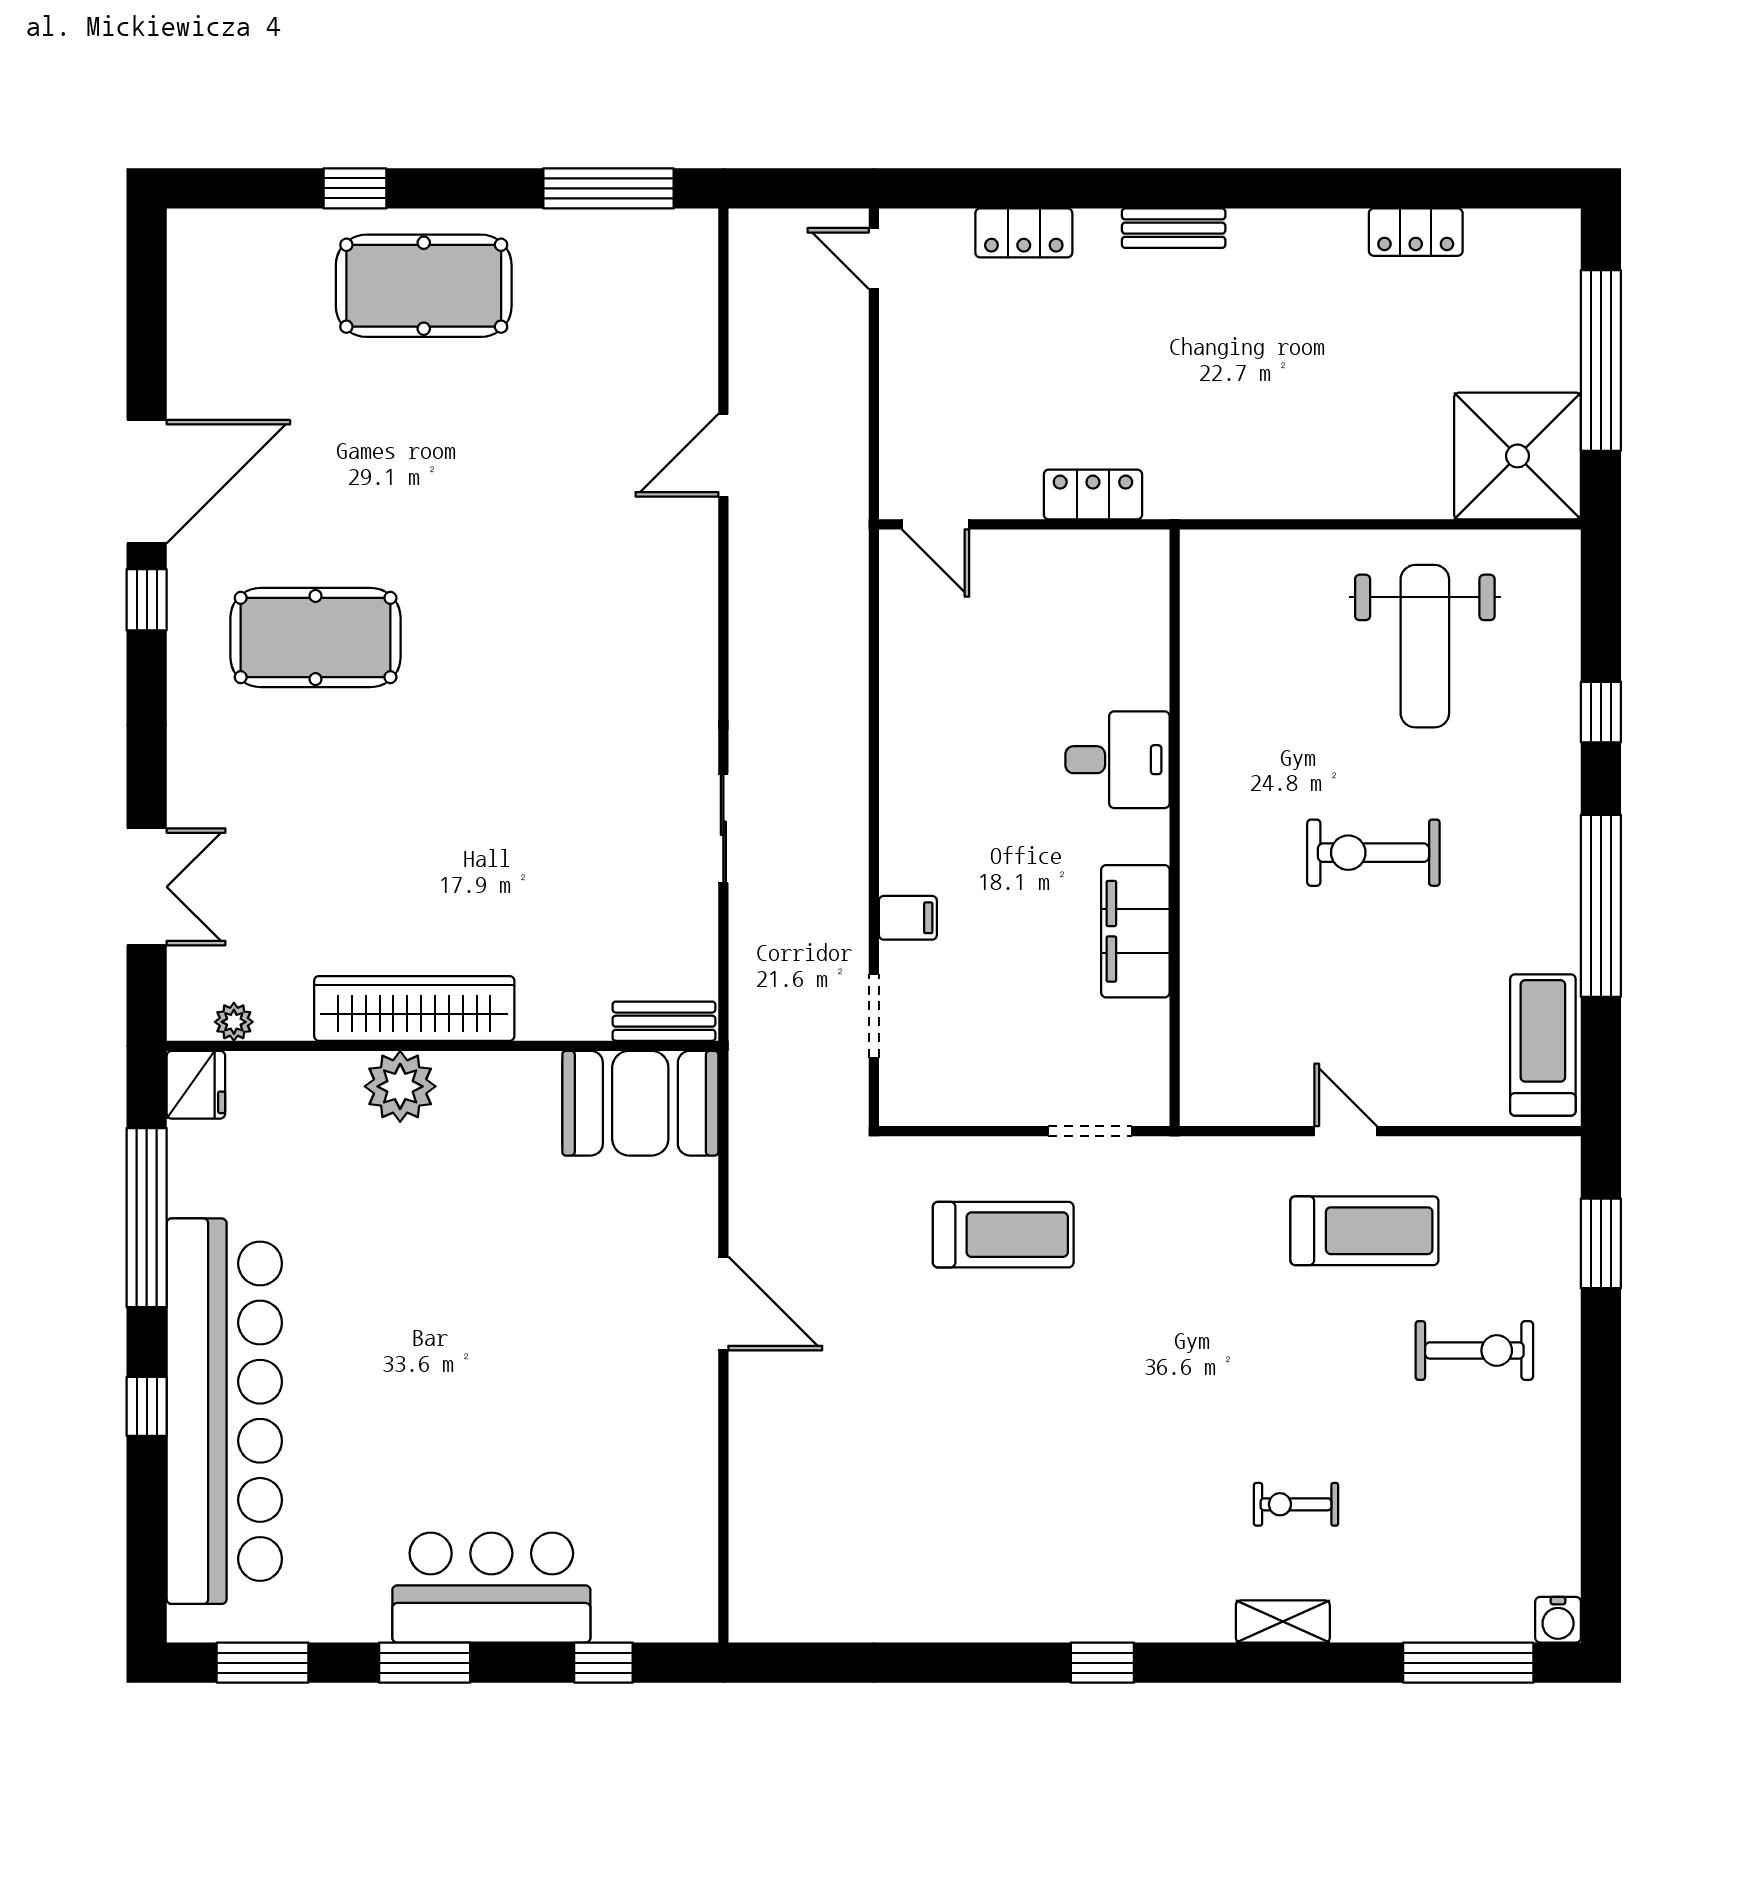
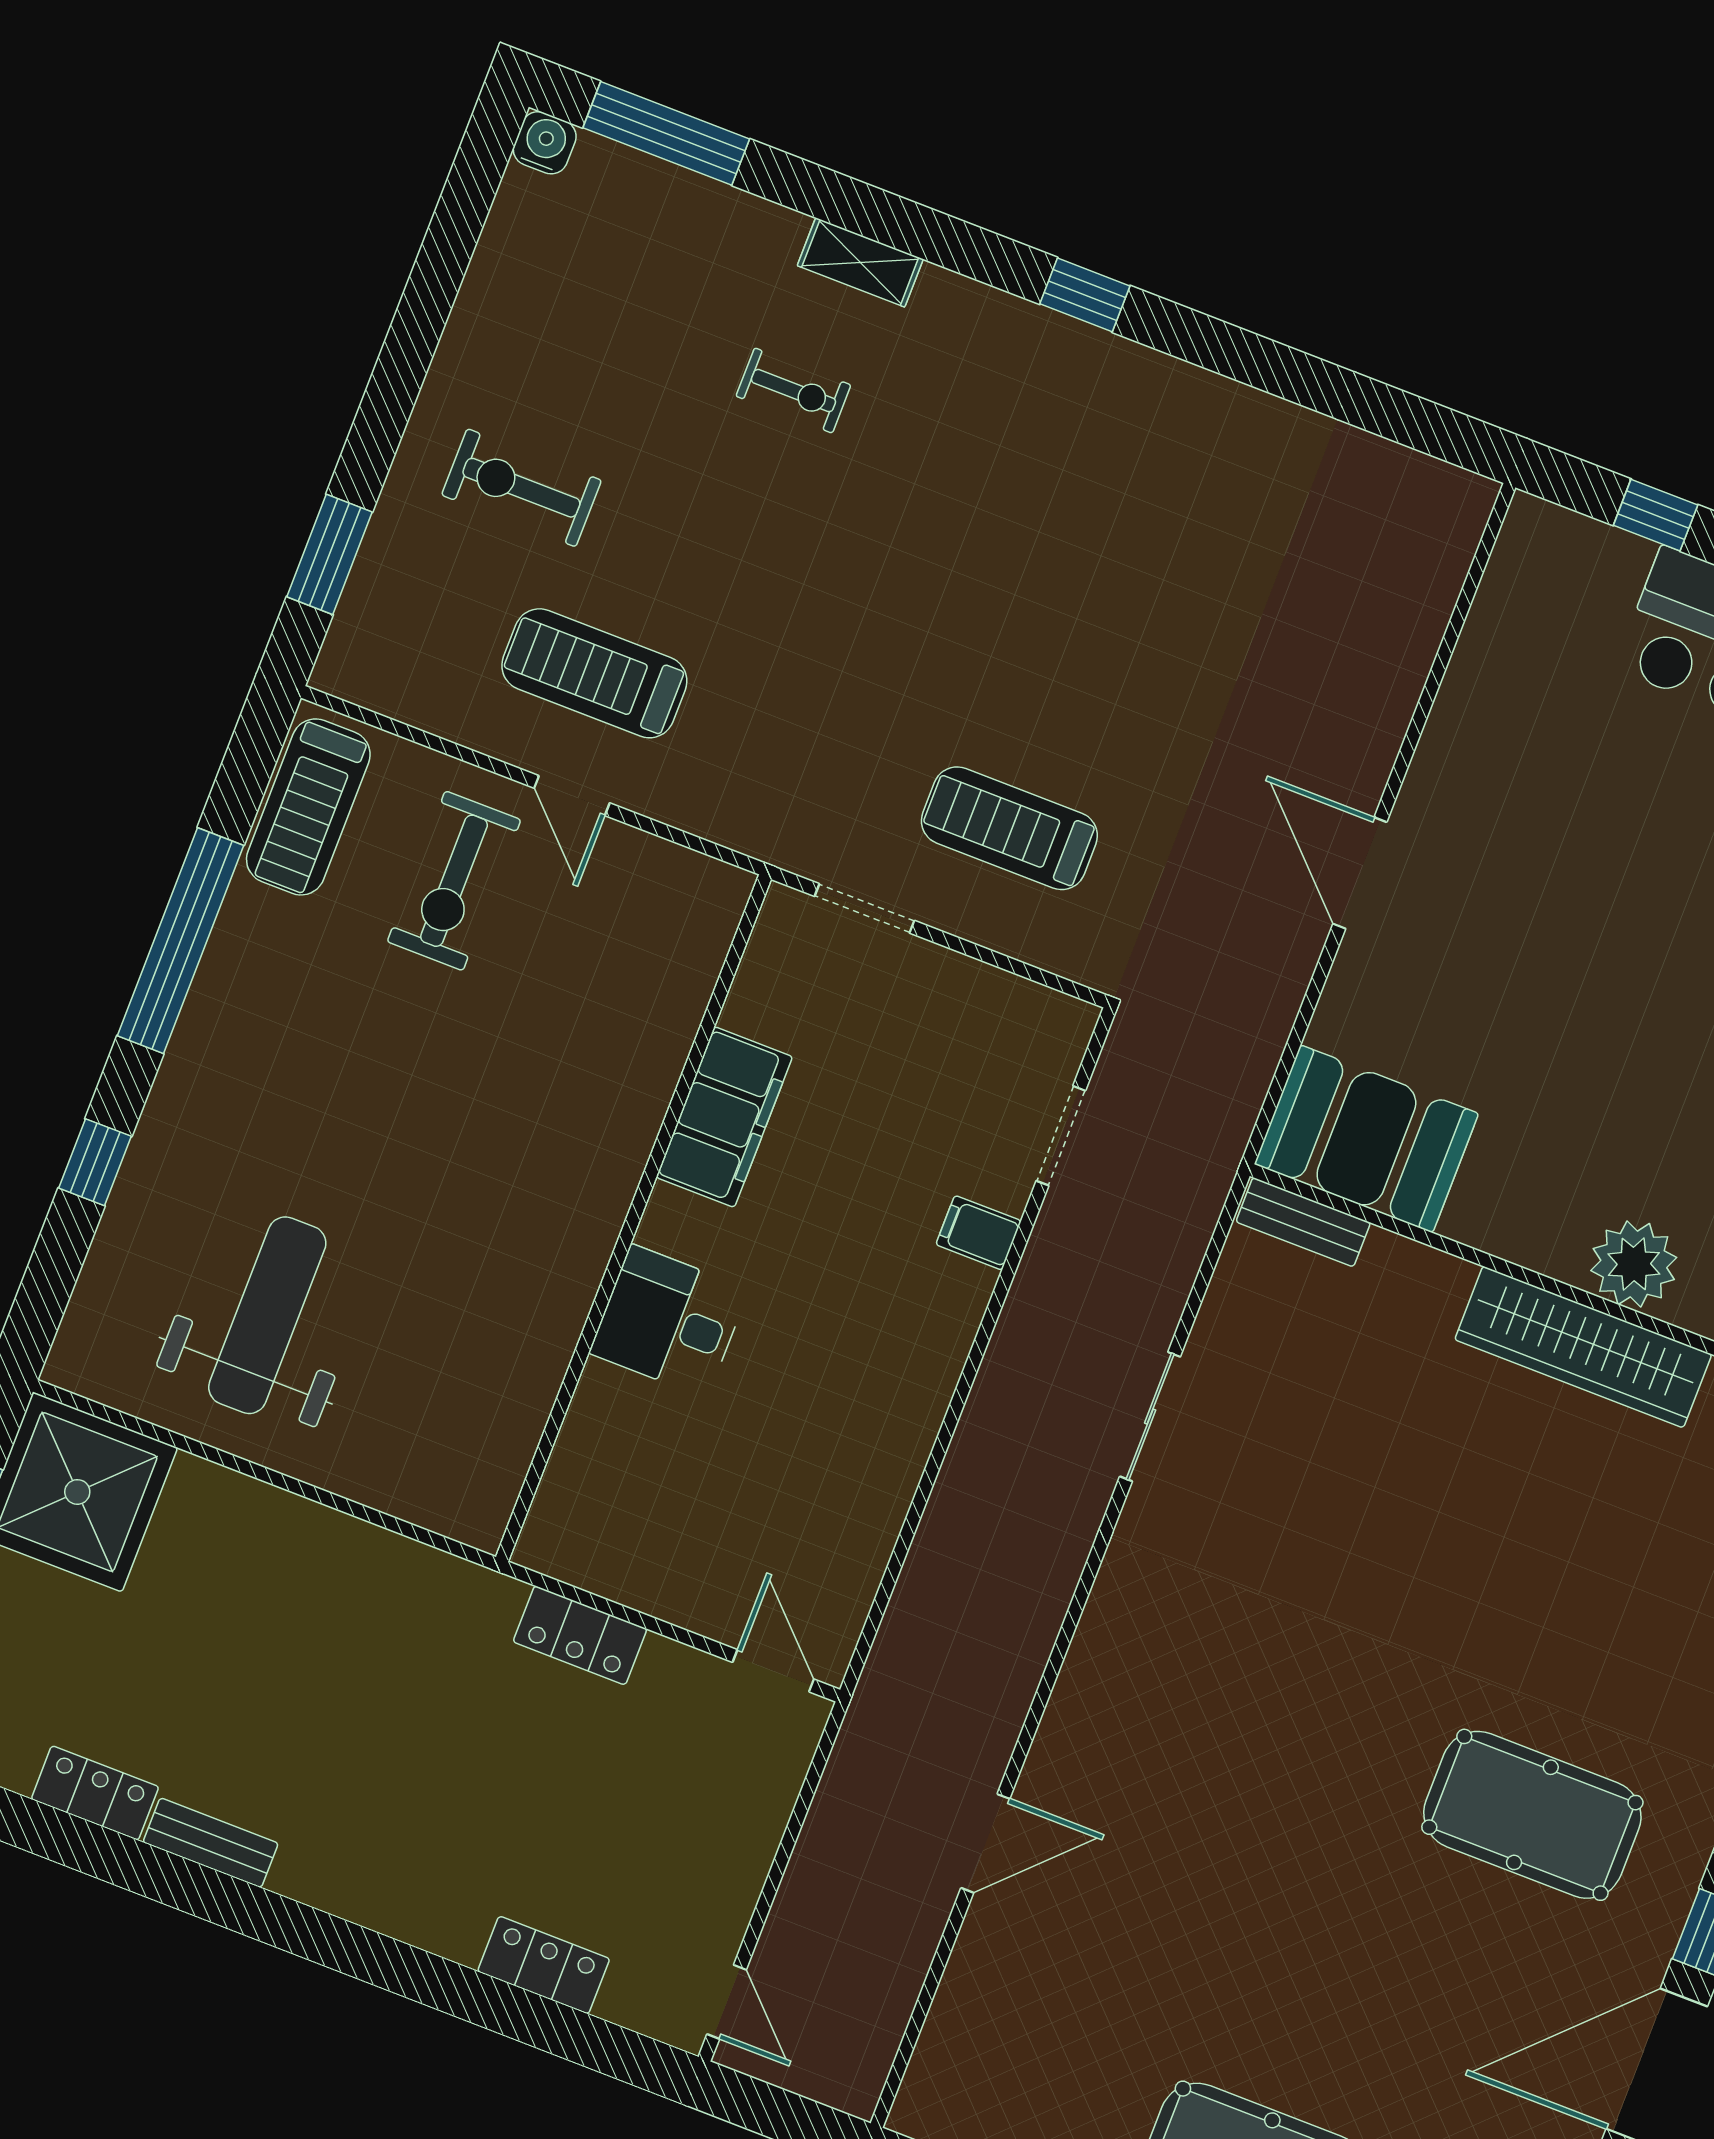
bench: (1174, 228) -> (211, 1843), moved
exercise bike: (1373, 853) -> (454, 881), moved, turned 90

